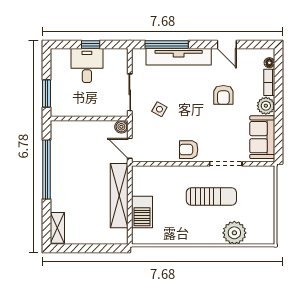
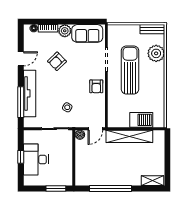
desk: (87, 66) -> (36, 159), width x1.37
armchair: (223, 95) -> (57, 61), turned 136
sun lounger: (211, 196) -> (130, 70), width x1.36, depth x1.34
bench: (268, 228) -> (152, 29), added

